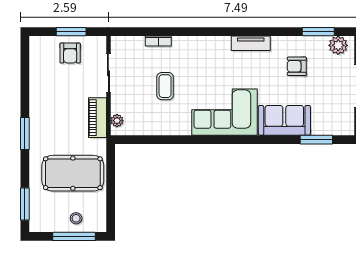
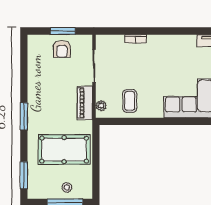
coffee table: (165, 86) -> (130, 101), moved

